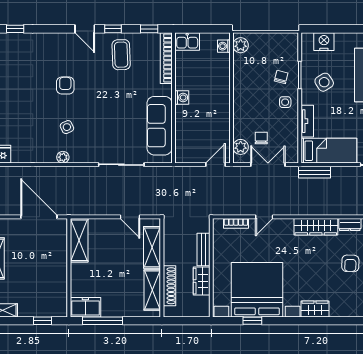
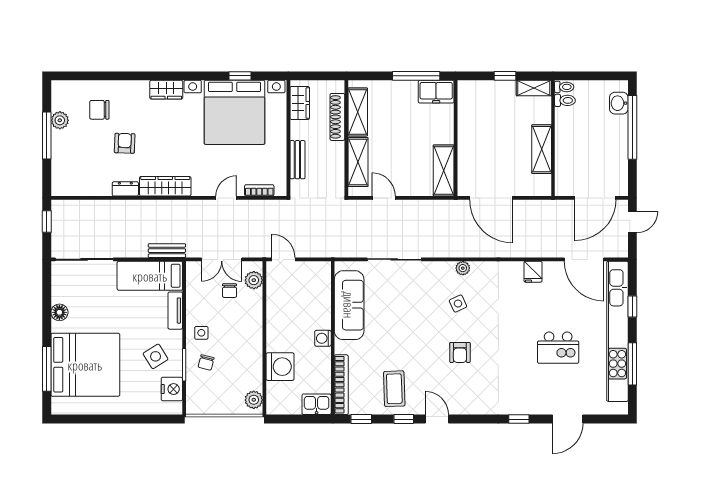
nightstand: (324, 42) -> (172, 389), moved, turned -90
washing machine: (224, 46) -> (280, 367), moved, width x1.89, depth x1.89
door: (215, 165) -> (283, 259), swing flipped
wardrobe: (202, 281) -> (300, 103), moved
window: (43, 321) -> (505, 76), moved

